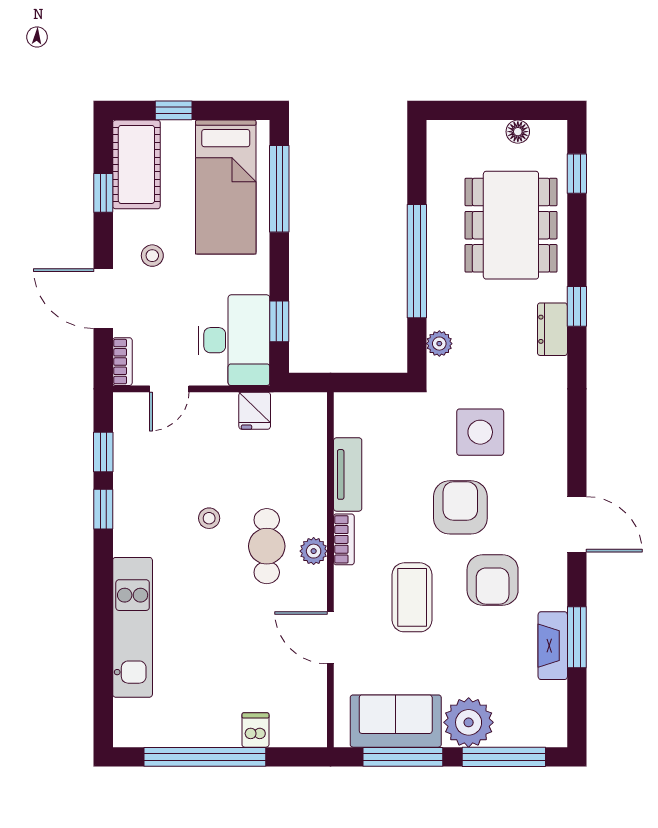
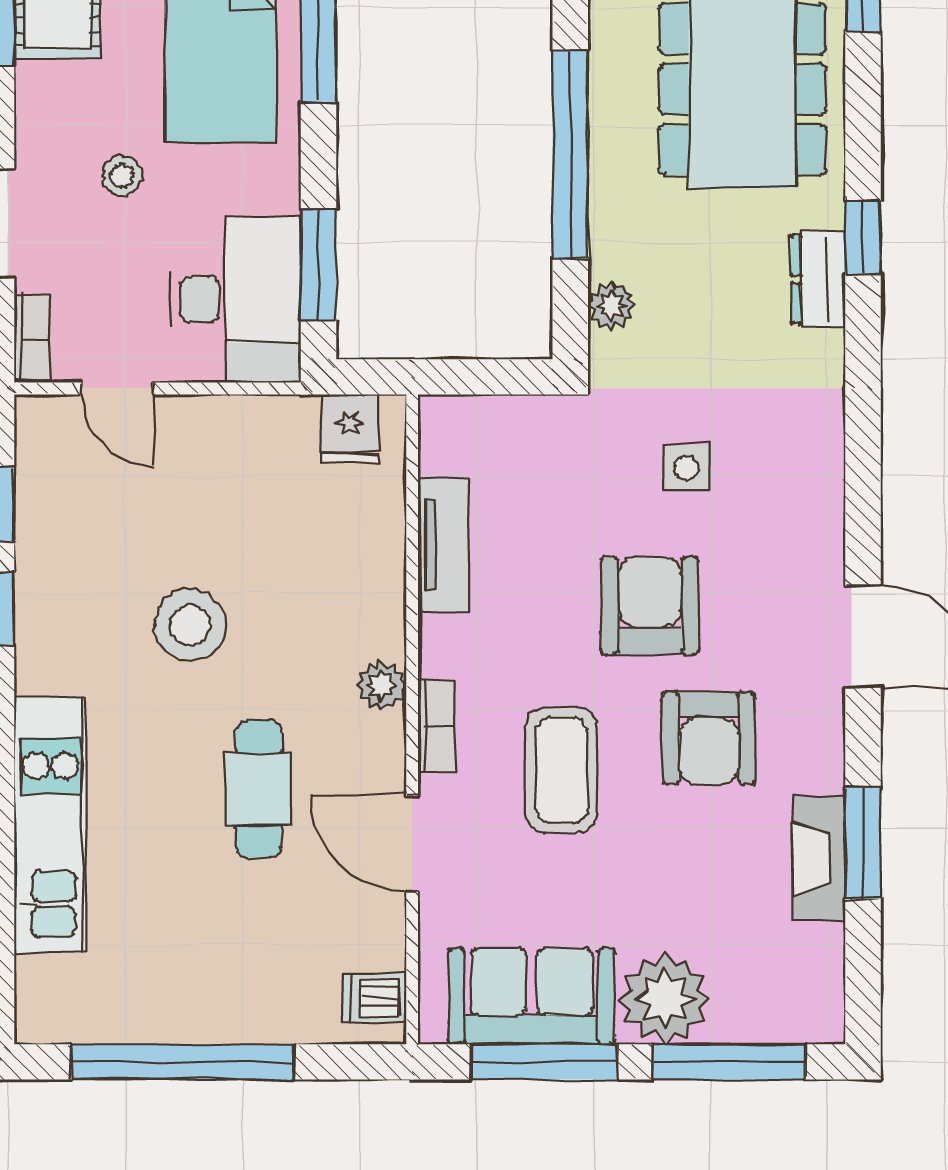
stool: (152, 256) -> (122, 176), moved
window: (279, 321) -> (318, 265), width x1.50
door: (169, 389) -> (117, 389), hinge flipped
fridge: (255, 411) -> (350, 429), moved
side table: (480, 432) -> (686, 468), width x0.54, depth x0.54
stool: (209, 518) -> (190, 625), width x1.89, depth x1.89
bookcase: (344, 539) -> (437, 727), moved
cafe table: (267, 546) -> (259, 789), moved
dishwasher: (255, 730) -> (375, 997), moved, turned -90

